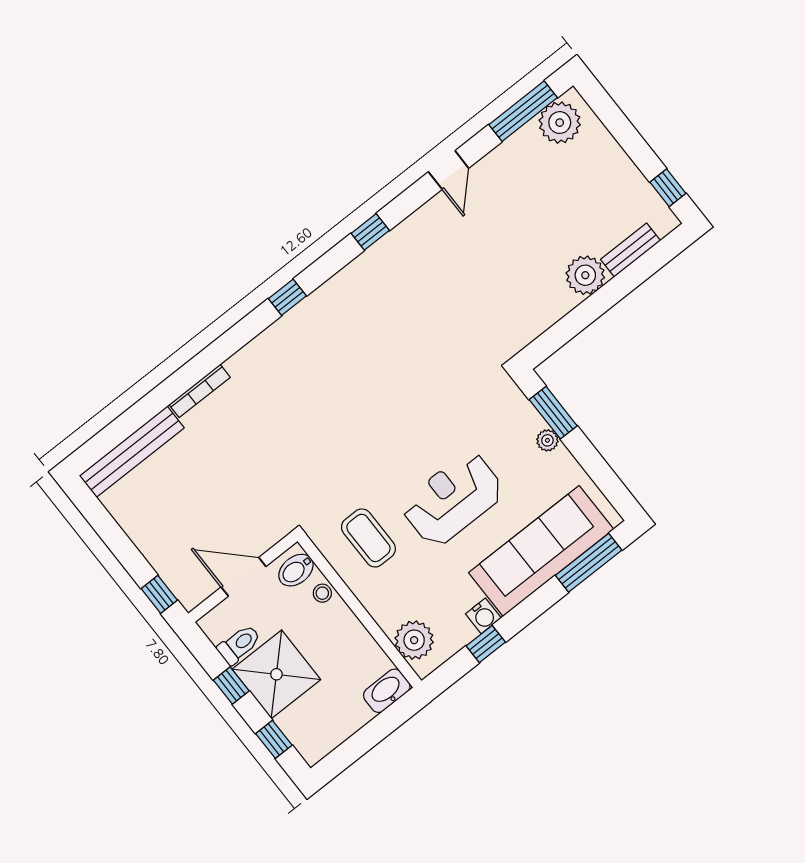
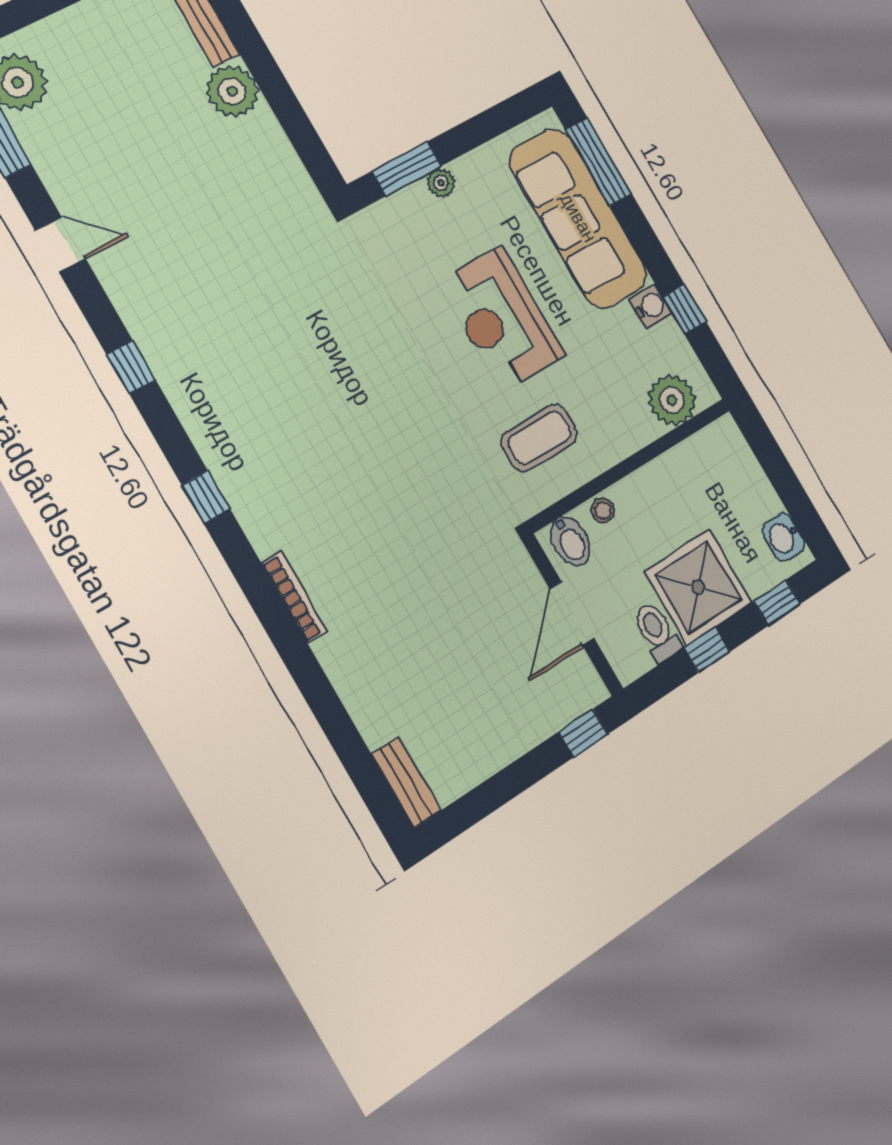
bookcase: (200, 391) -> (294, 597), moved
bench: (132, 452) -> (406, 782), width x0.54, depth x0.82
washbasin: (387, 691) -> (783, 537), moved, width x0.72

